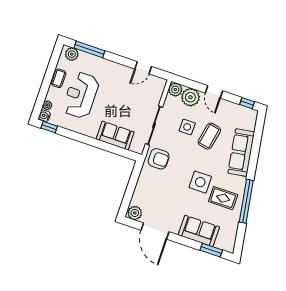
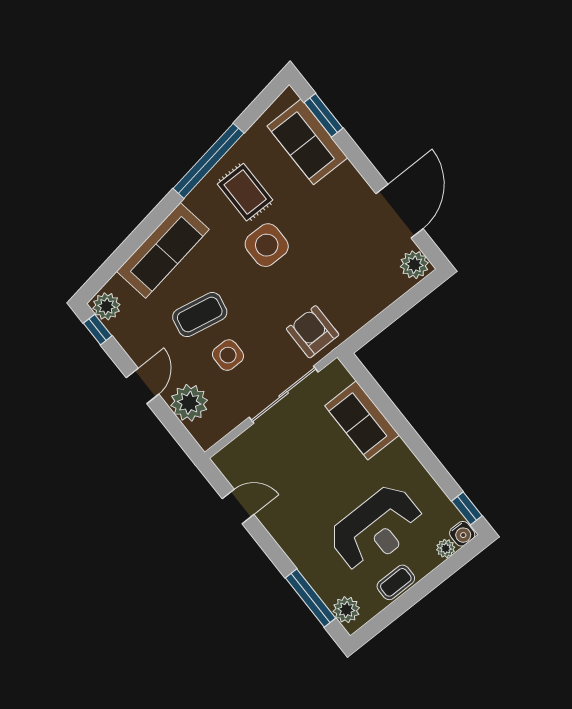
plant: (175, 90) -> (106, 306), moved
sofa: (199, 231) -> (307, 142), moved

